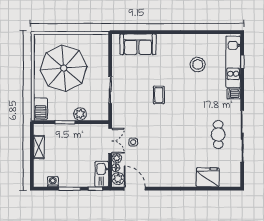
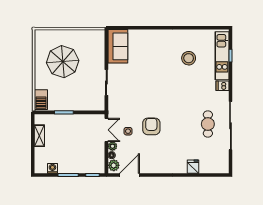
sofa: (138, 44) -> (118, 46), moved, turned -90
parasol: (64, 68) -> (63, 62), width x0.73, depth x0.73
coffee table: (159, 95) -> (152, 87), removed
plant: (80, 114) -> (78, 105), removed
armchair: (158, 137) -> (151, 126), added
kitchen sink: (102, 174) -> (98, 161), removed
fridge: (208, 177) -> (193, 167), width x0.53, depth x0.75
door: (135, 189) -> (129, 175), hinge flipped

